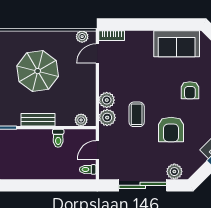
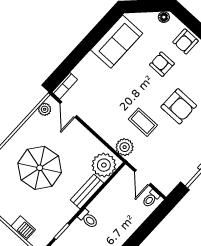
armchair: (190, 90) -> (162, 64), turned 180
plant: (107, 100) -> (111, 135), removed
bench: (38, 120) -> (87, 192), moved
plant: (81, 120) -> (104, 165), width x1.88, depth x1.88
toilet: (58, 138) -> (88, 219), moved

